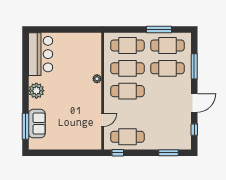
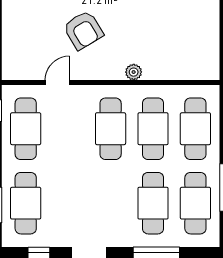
armchair: (74, 106) -> (83, 30), added
door: (103, 120) -> (57, 82), swing flipped
cafe table: (167, 137) -> (26, 203), added

